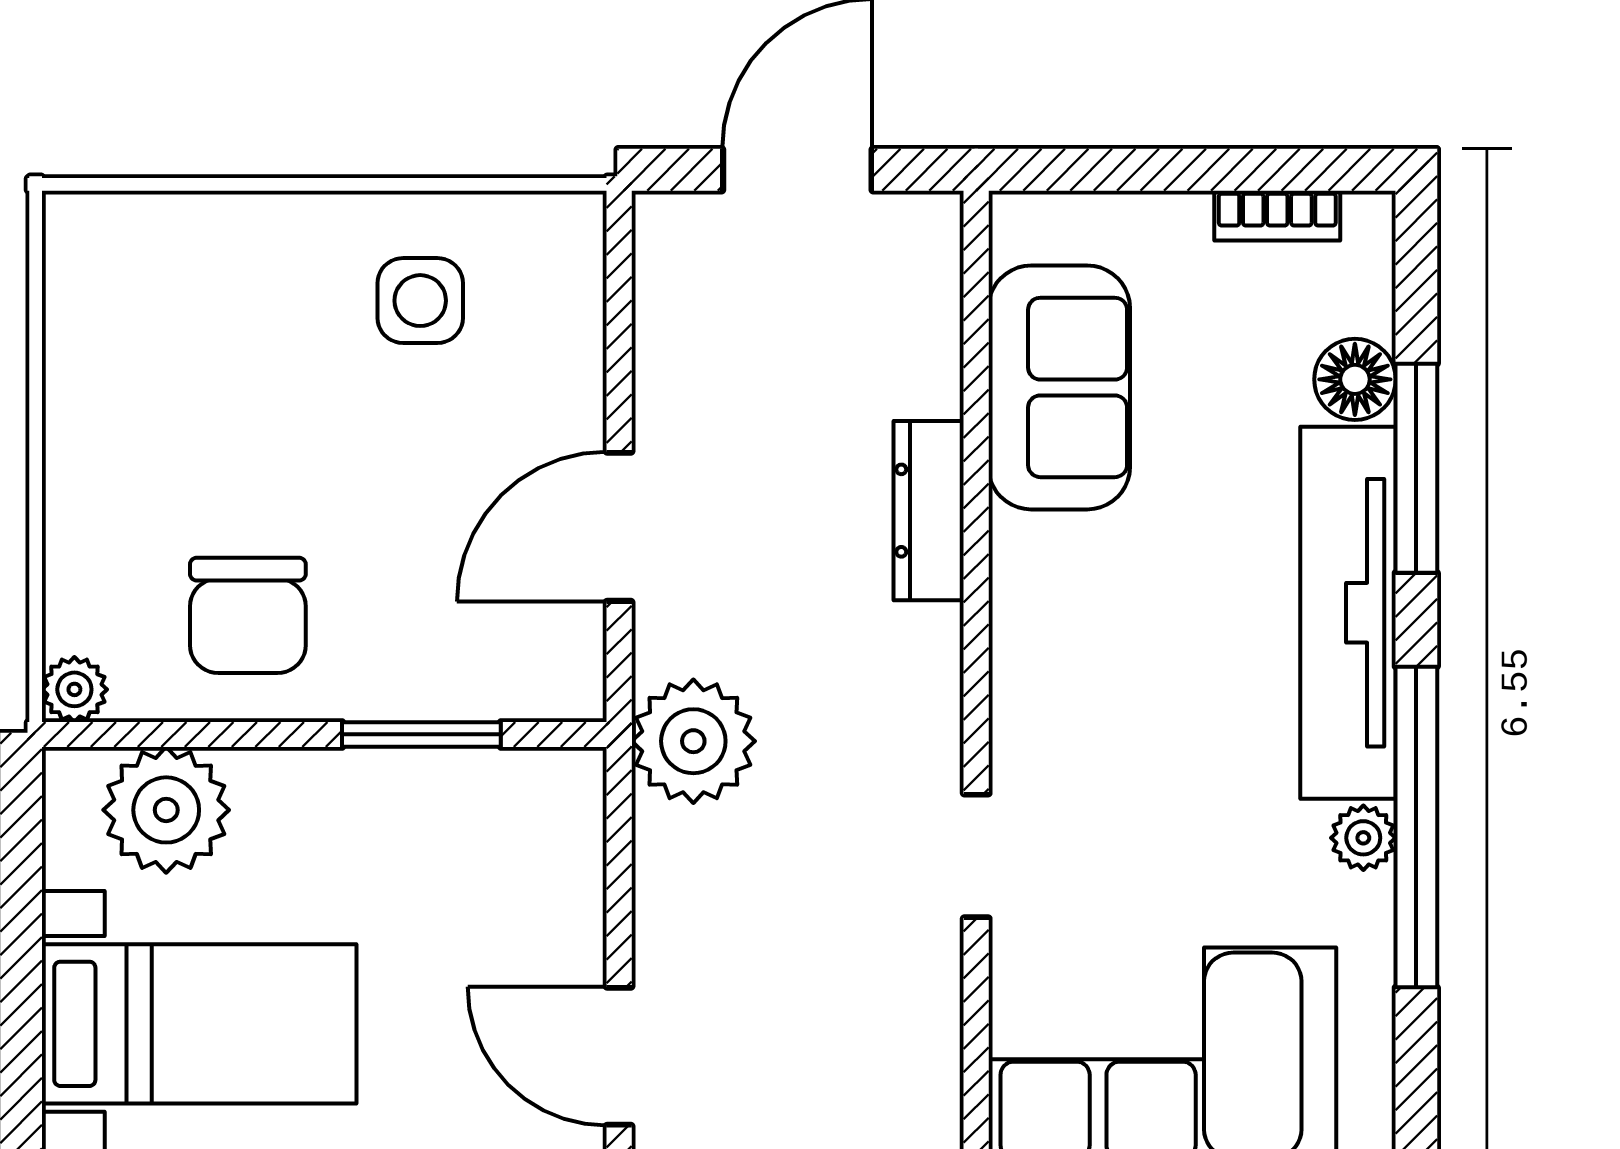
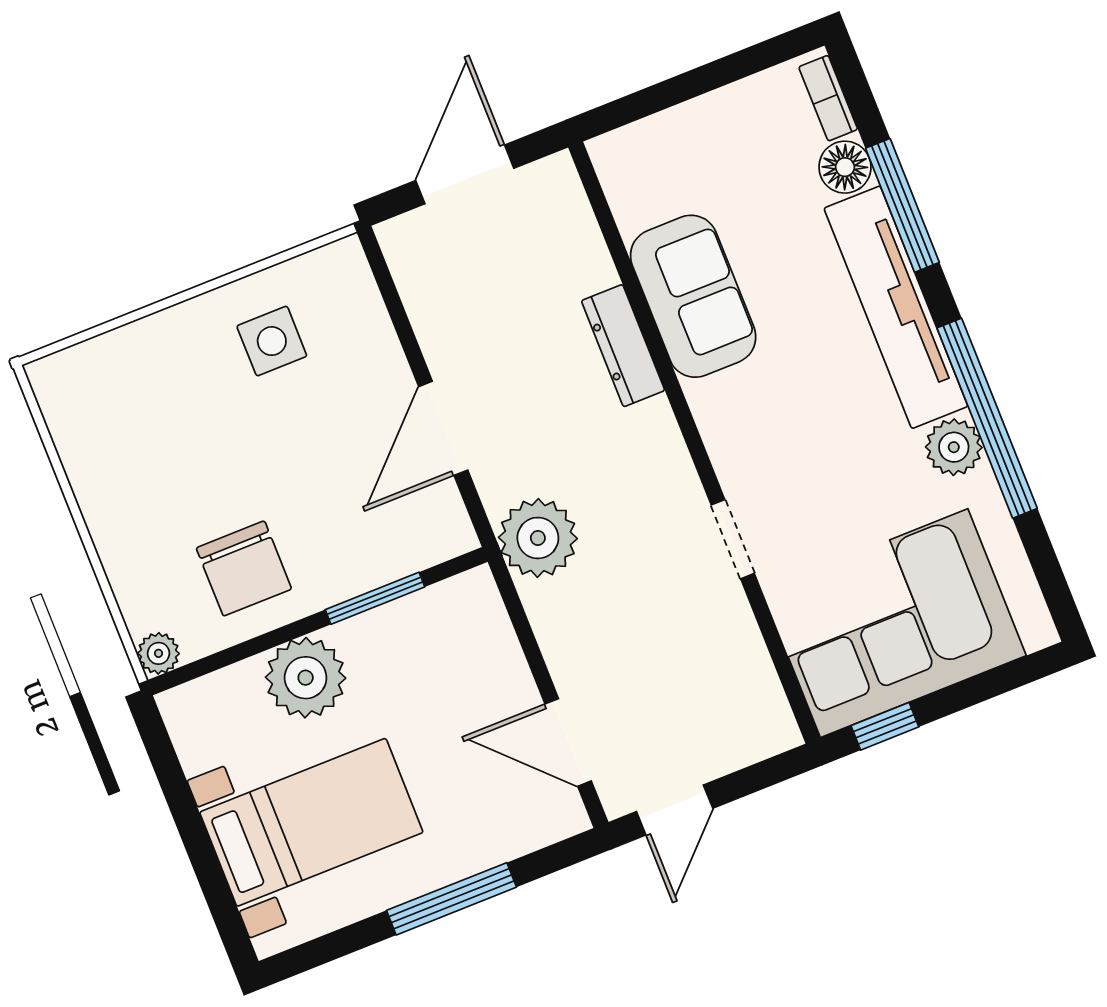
bookcase: (1277, 216) -> (828, 98), moved, turned 90
sofa: (1059, 387) -> (693, 296), moved
plant: (166, 810) -> (306, 678), moved
plant: (1363, 838) -> (954, 447), width x1.38, depth x1.38

